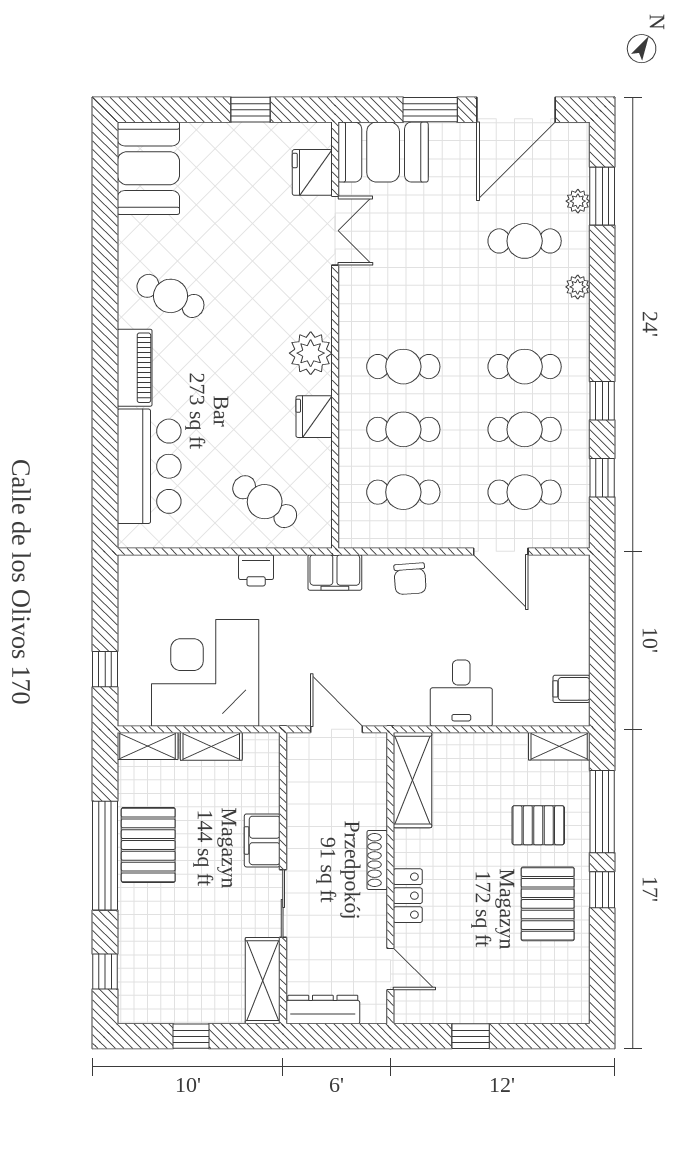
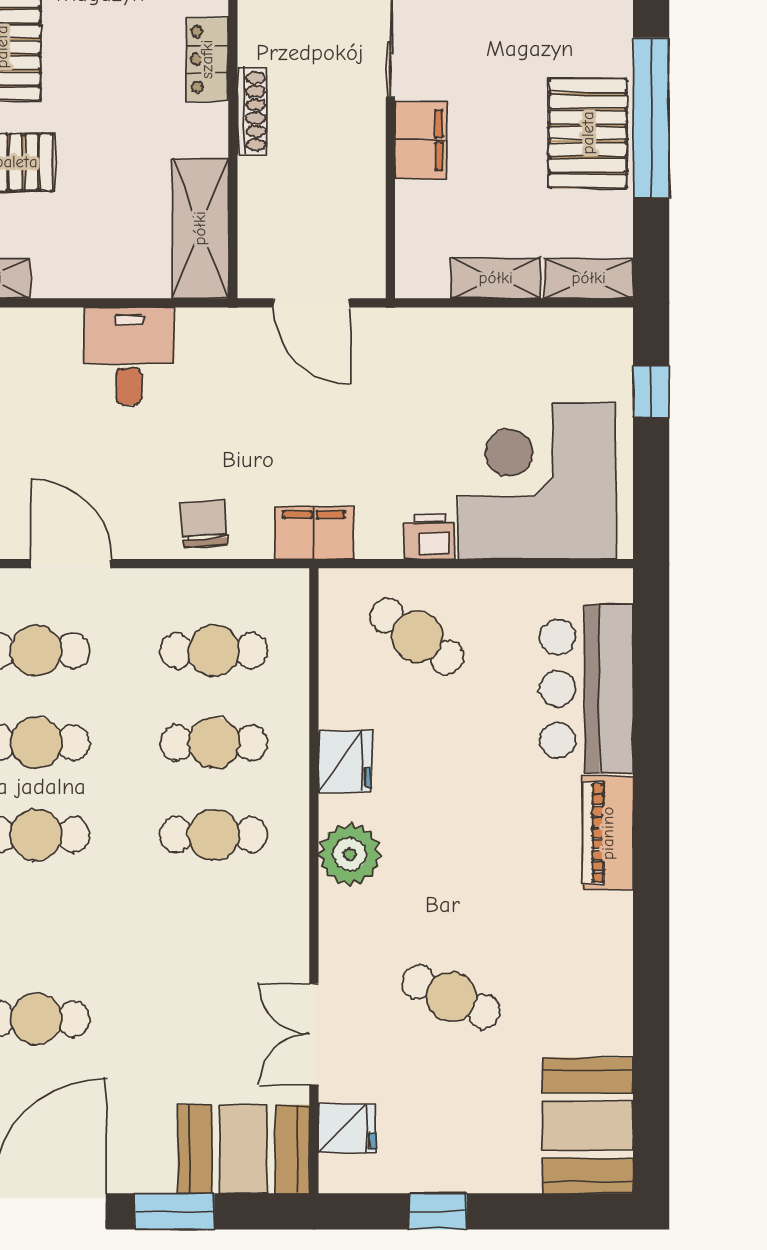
fridge: (312, 172) -> (347, 1129), width x0.72
cafe table: (170, 296) -> (451, 997), moved
corner desk: (205, 673) -> (537, 481), moved, turned 180

